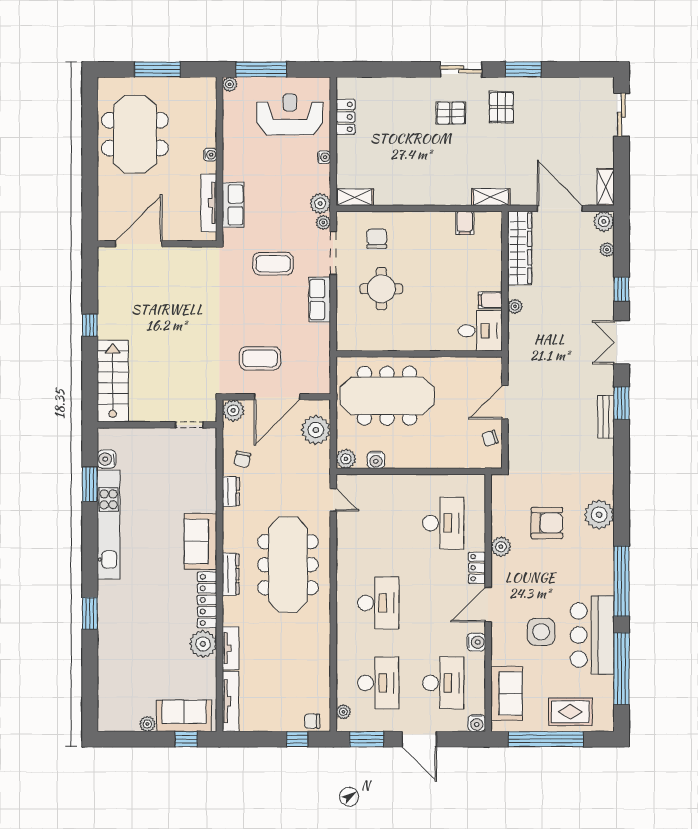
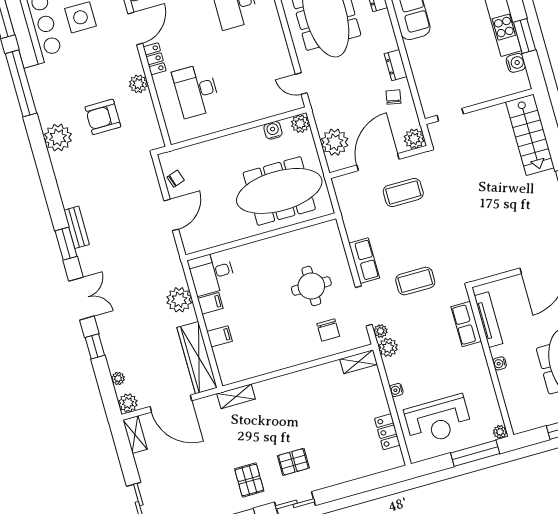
filing cabinet: (465, 223) -> (220, 336), moved, turned 90
plant: (515, 306) -> (179, 300), width x1.88, depth x1.88

